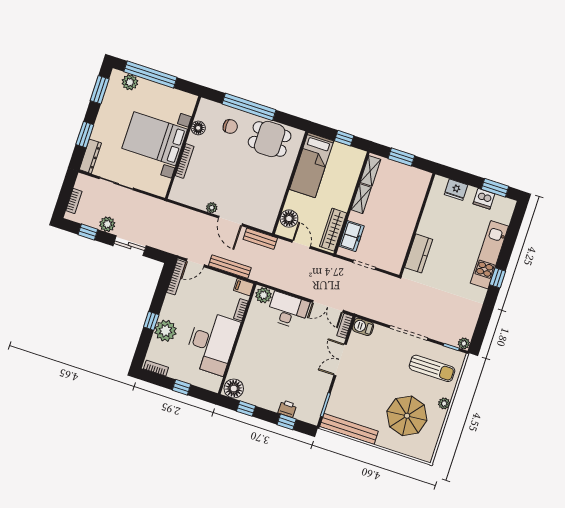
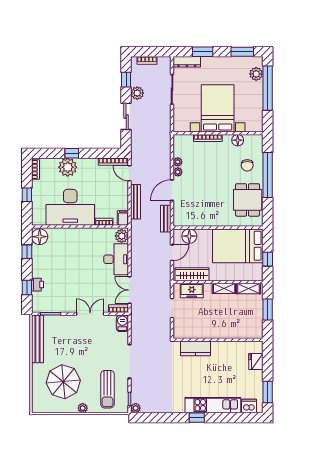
bed: (312, 165) -> (238, 246), width x1.50
dishwasher: (484, 199) -> (249, 406), moved, turned 90
plant: (200, 204) -> (178, 162), added

